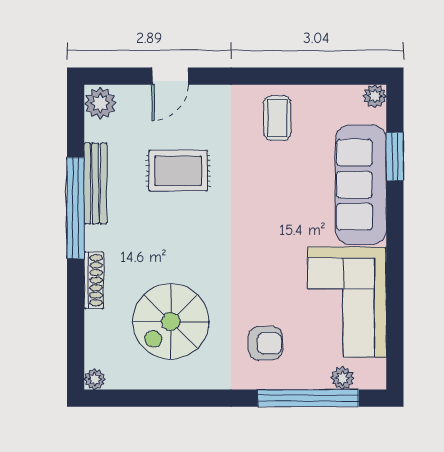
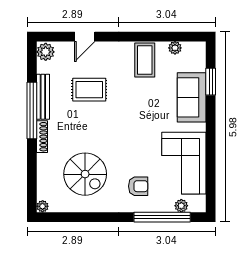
plant: (375, 96) -> (175, 48), moved
coffee table: (277, 118) -> (145, 60), width x1.36, depth x1.30
sofa: (361, 185) -> (192, 97), width x0.73
shoe rack: (94, 280) -> (42, 137), moved
spiral stairs: (171, 322) -> (85, 174), turned -90

